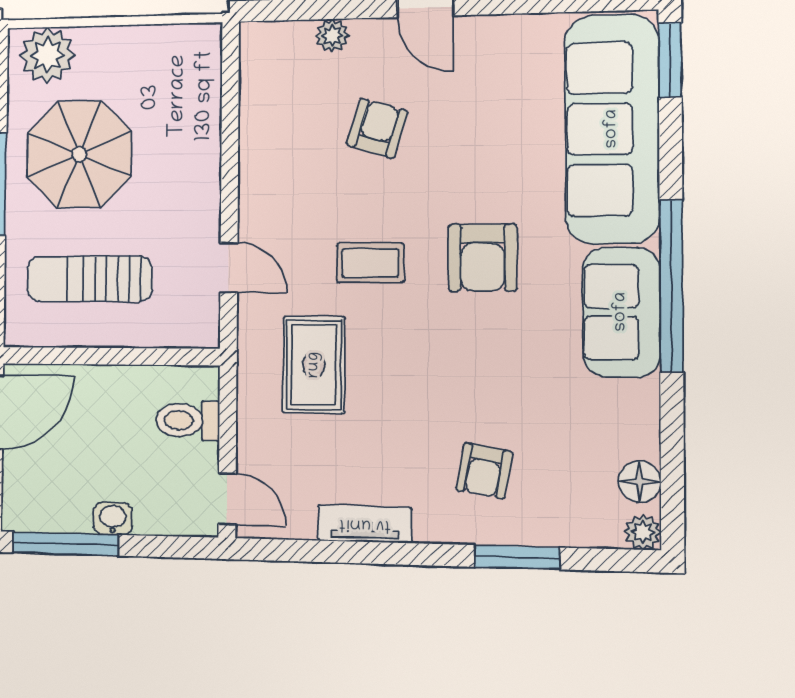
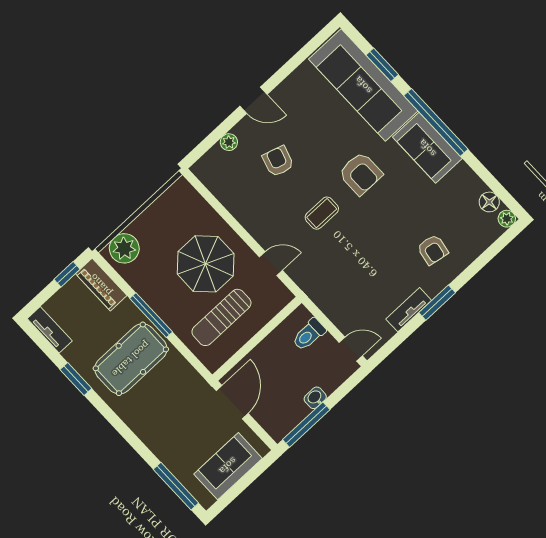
window: (670, 60) -> (382, 65), moved
parasol: (79, 154) -> (206, 264), moved
rug: (314, 365) -> (336, 270), removed
window: (517, 557) -> (437, 303), moved

